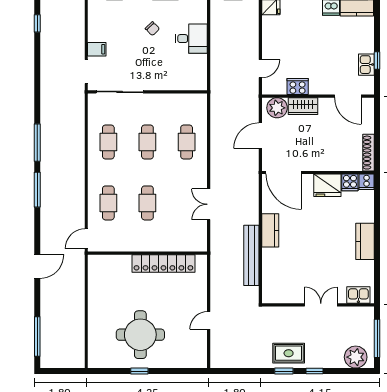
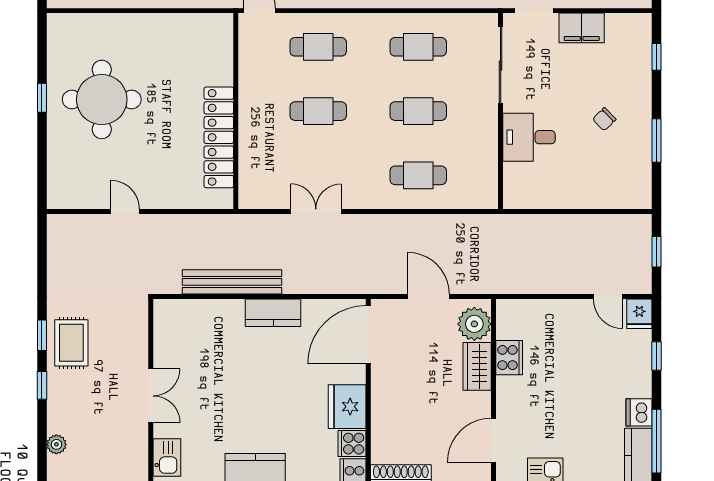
desk: (191, 39) -> (529, 137), moved, turned 90
filing cabinet: (97, 49) -> (582, 28), width x2.00
door: (260, 69) -> (608, 297), moved
plant: (356, 357) -> (56, 444), width x0.53, depth x0.53

